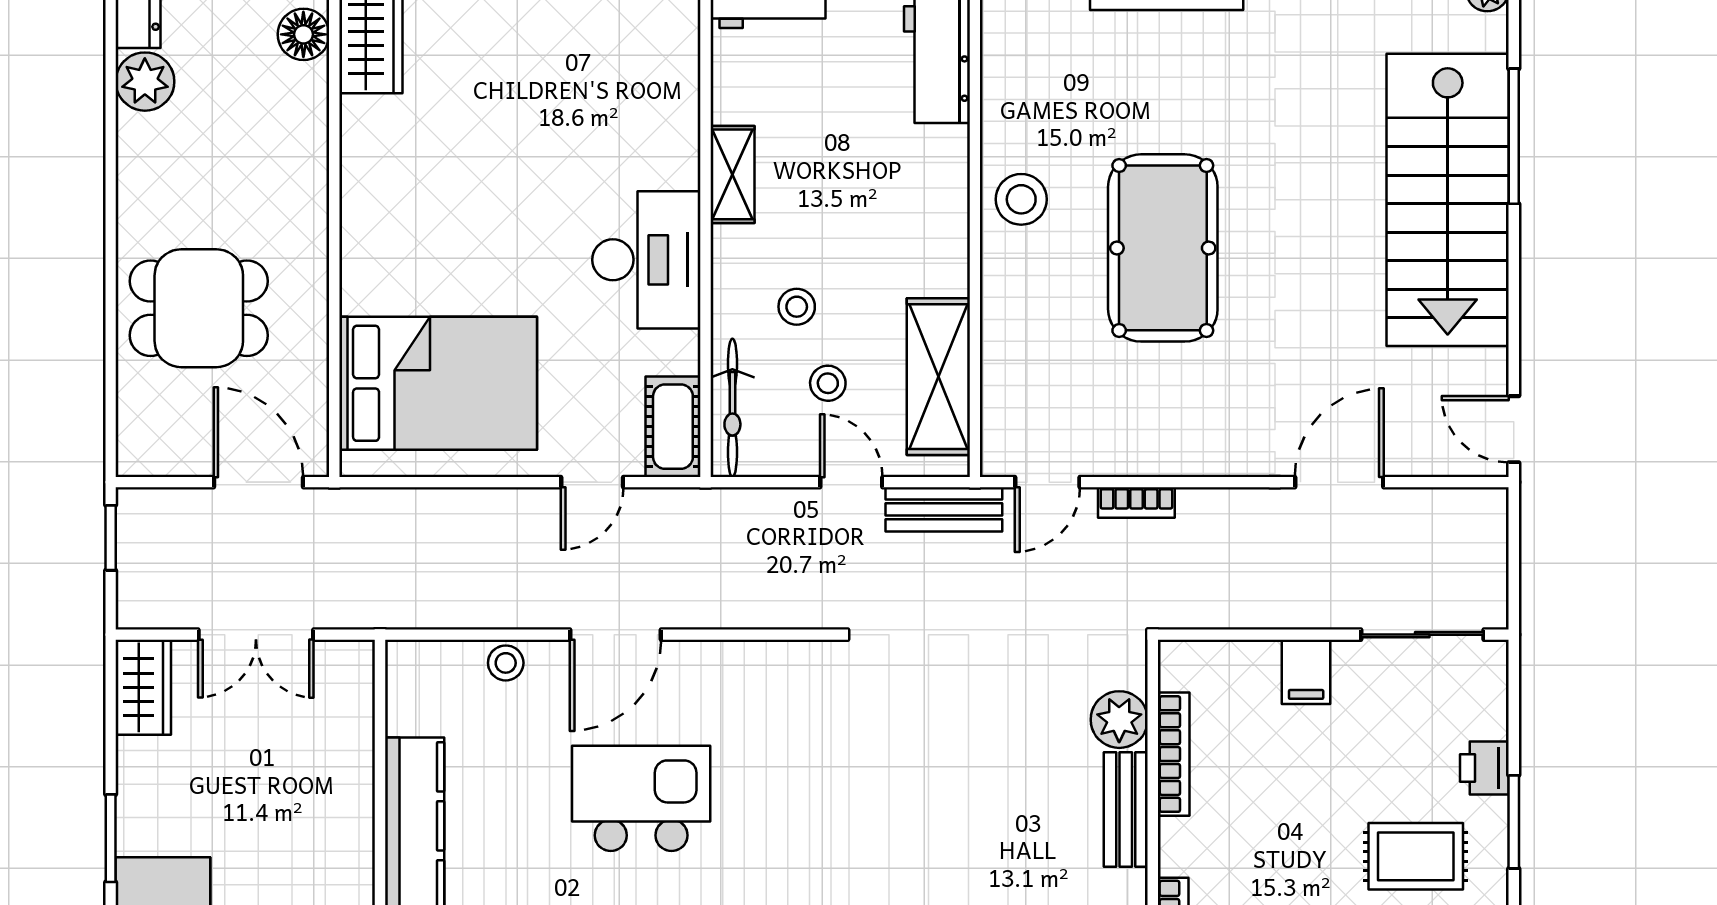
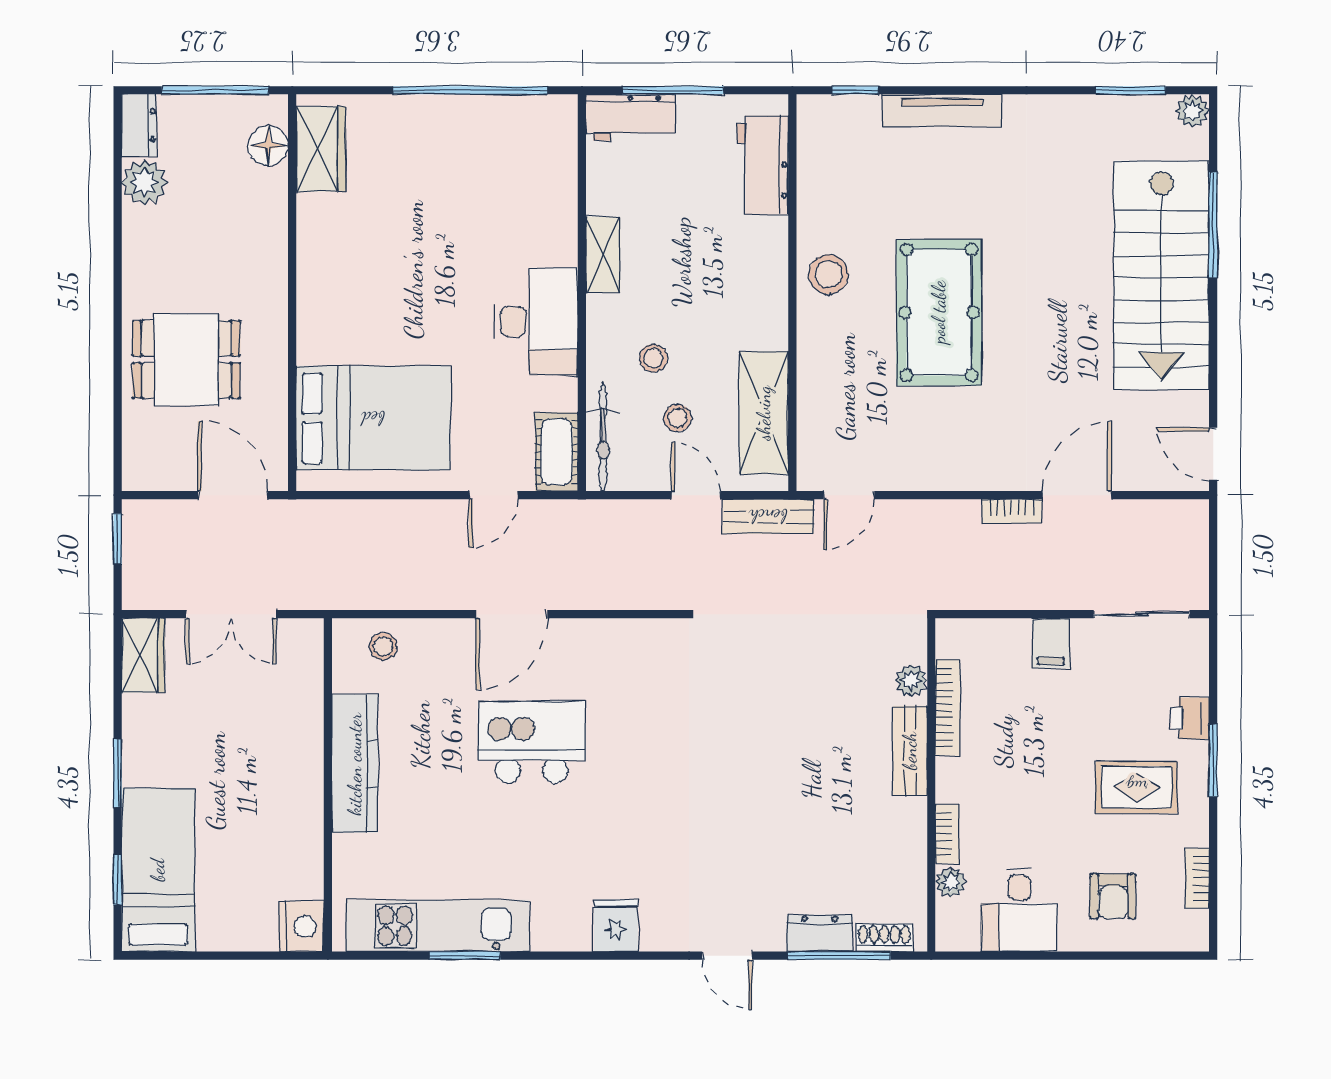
bookcase: (1136, 502) -> (1012, 511), moved
stool: (506, 663) -> (383, 646), moved
plant: (1119, 720) -> (911, 681), width x0.73, depth x0.73

